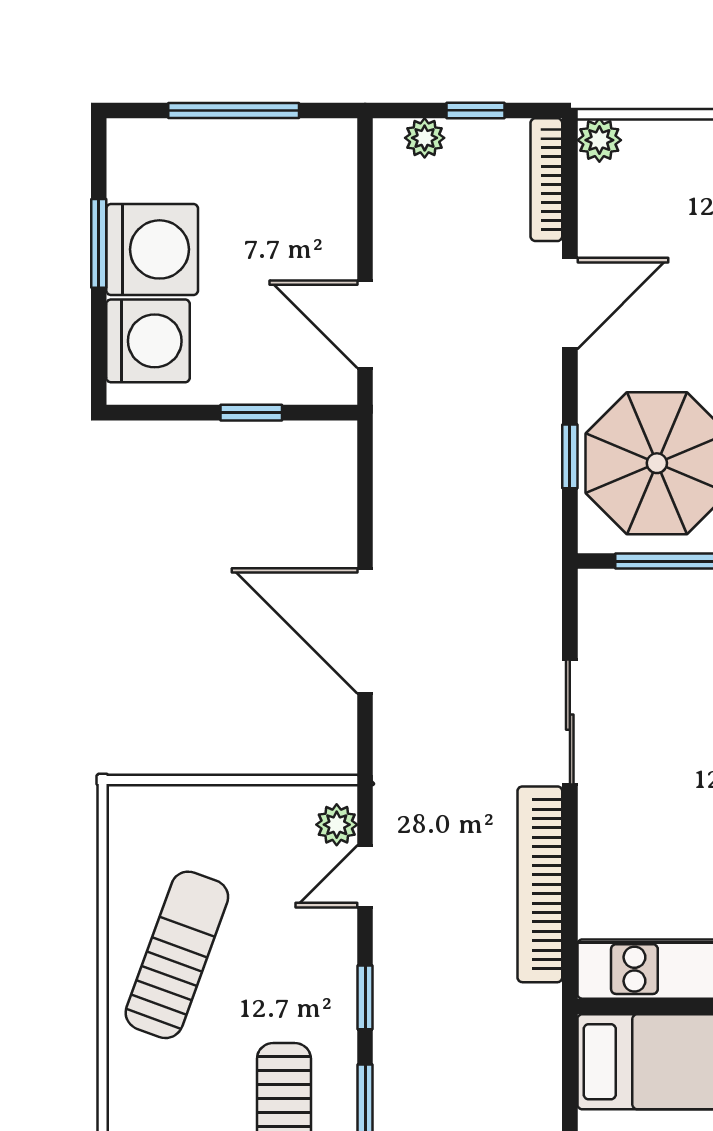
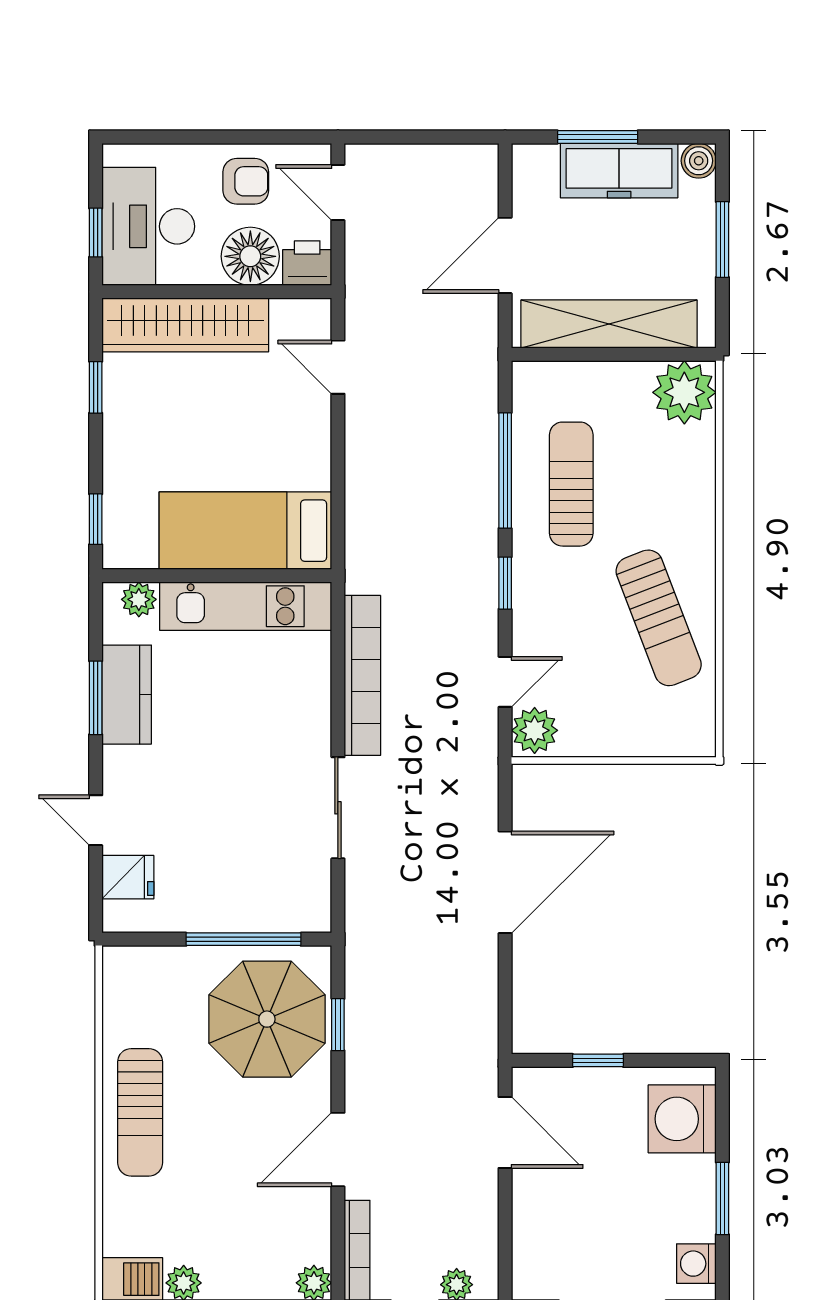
washing machine: (152, 249) -> (696, 1264), moved, width x0.53, depth x0.53
door: (365, 631) -> (505, 882), hinge flipped
plant: (337, 825) -> (535, 730), width x1.38, depth x1.38
sun lounger: (177, 955) -> (659, 618), turned -41

